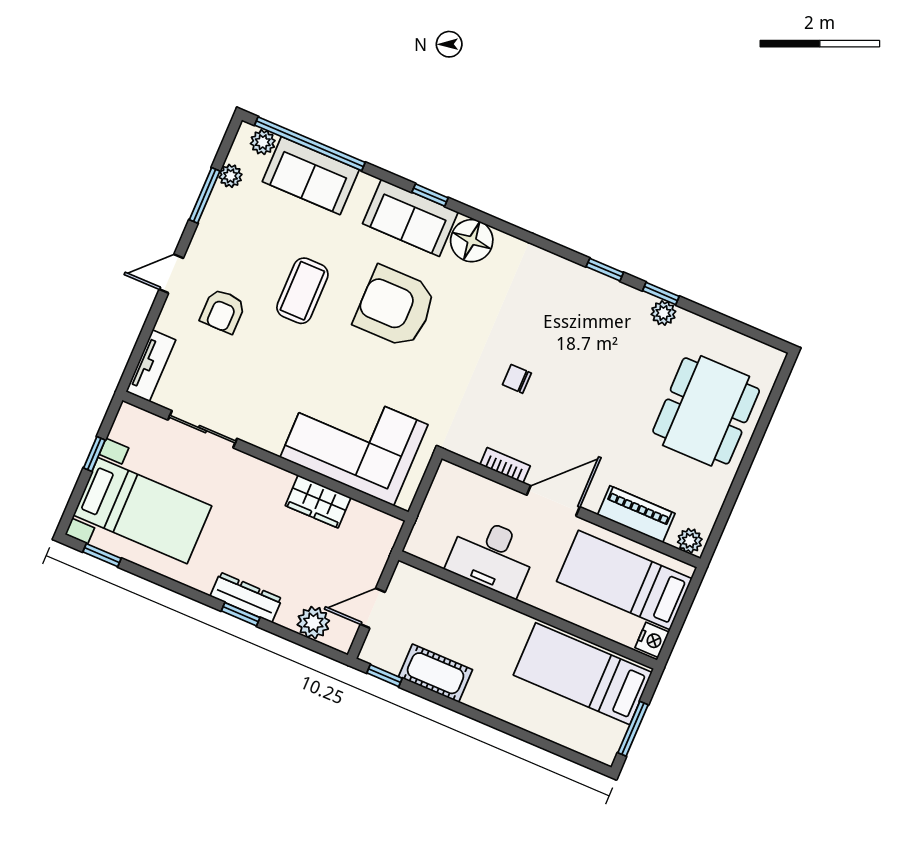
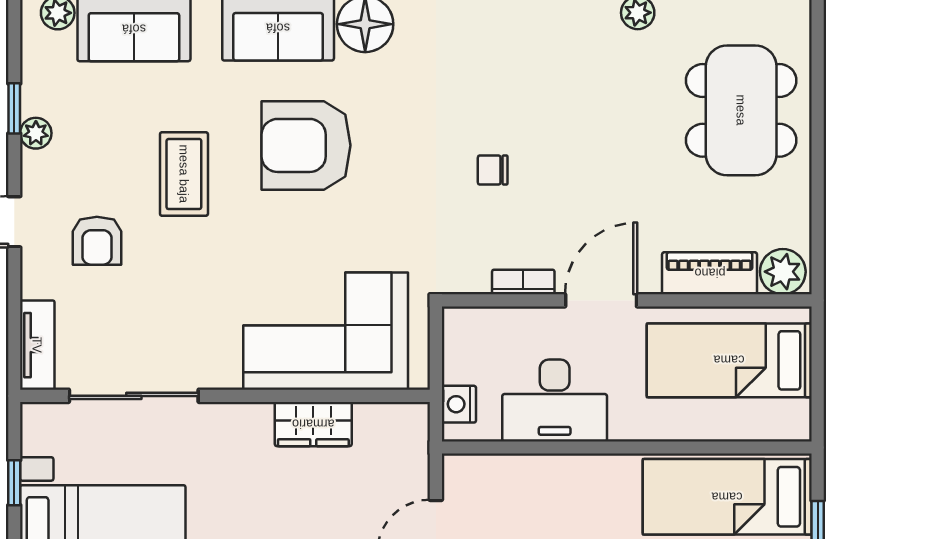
plant: (230, 176) -> (36, 133), moved
window: (205, 195) -> (14, 108), width x0.67
sliding door: (202, 429) -> (134, 396), width x1.37
plant: (690, 541) -> (783, 272), width x1.38, depth x1.38
nightstand: (652, 640) -> (459, 404), moved, turned 180

